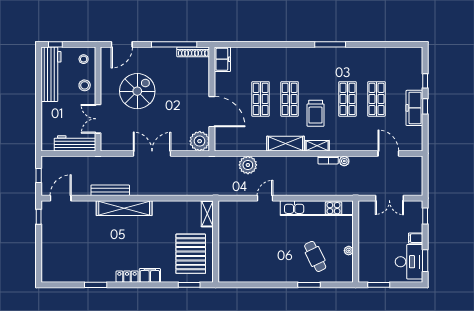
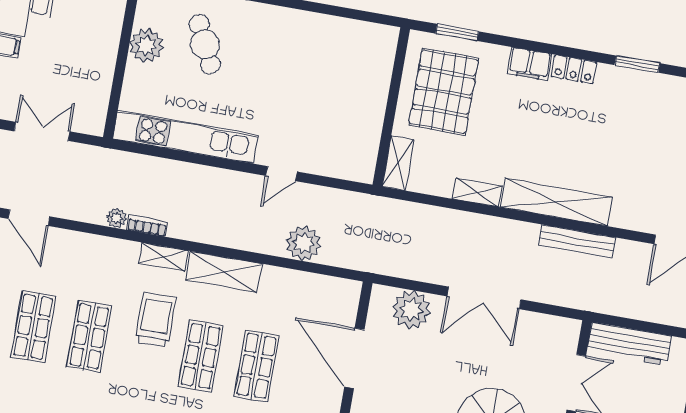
plant: (200, 141) -> (411, 310), moved
shelving: (165, 206) -> (477, 192), added
plant: (349, 251) -> (146, 46), width x1.87, depth x1.87

